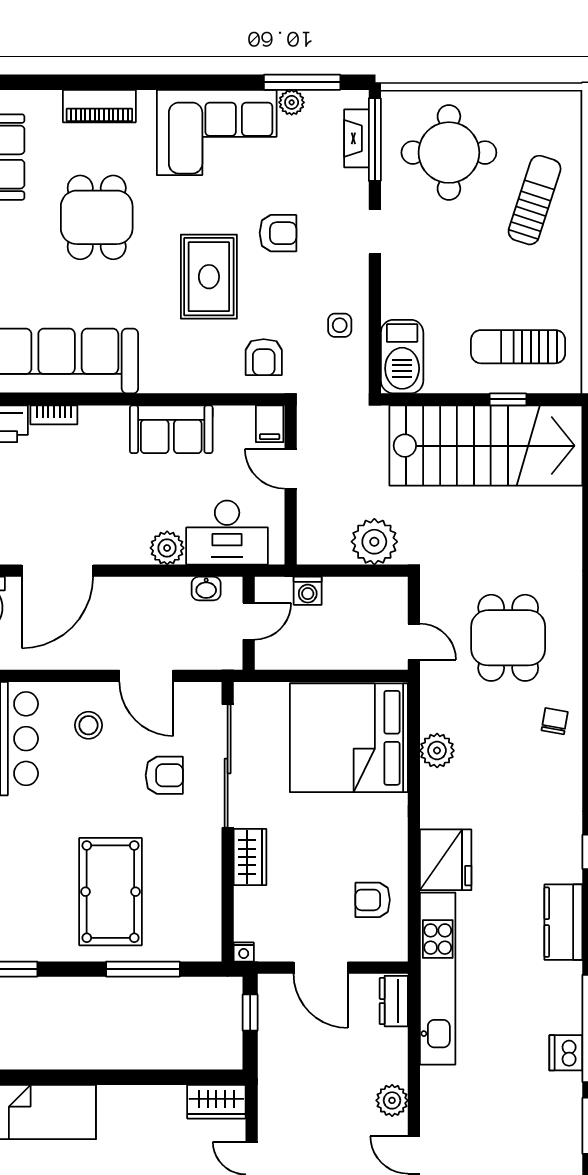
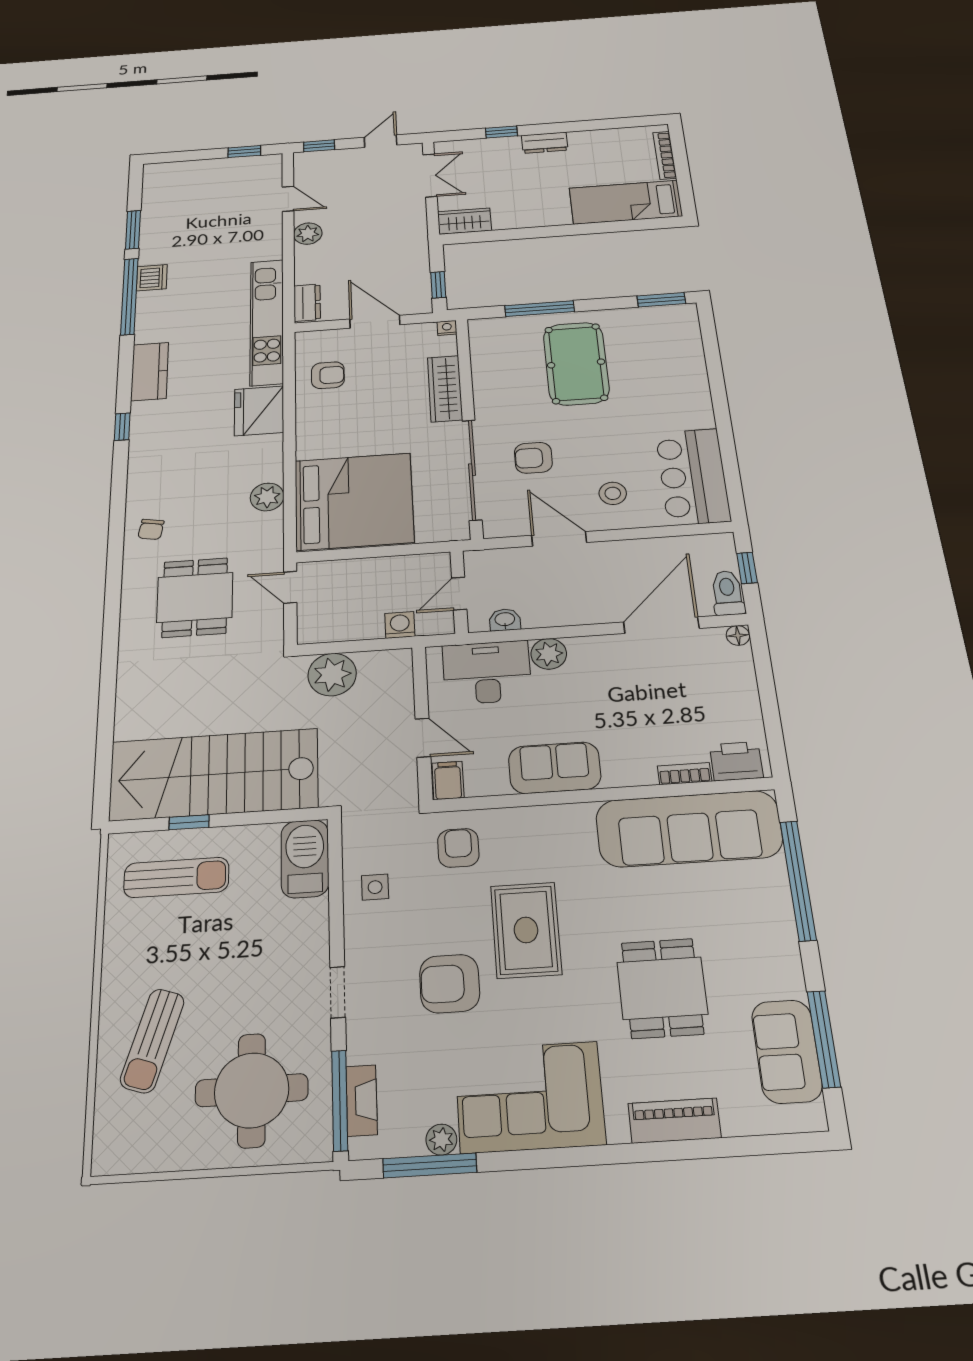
armchair: (278, 233) -> (450, 984), width x1.38, depth x1.38
wardrobe: (250, 857) -> (445, 389), width x1.50

